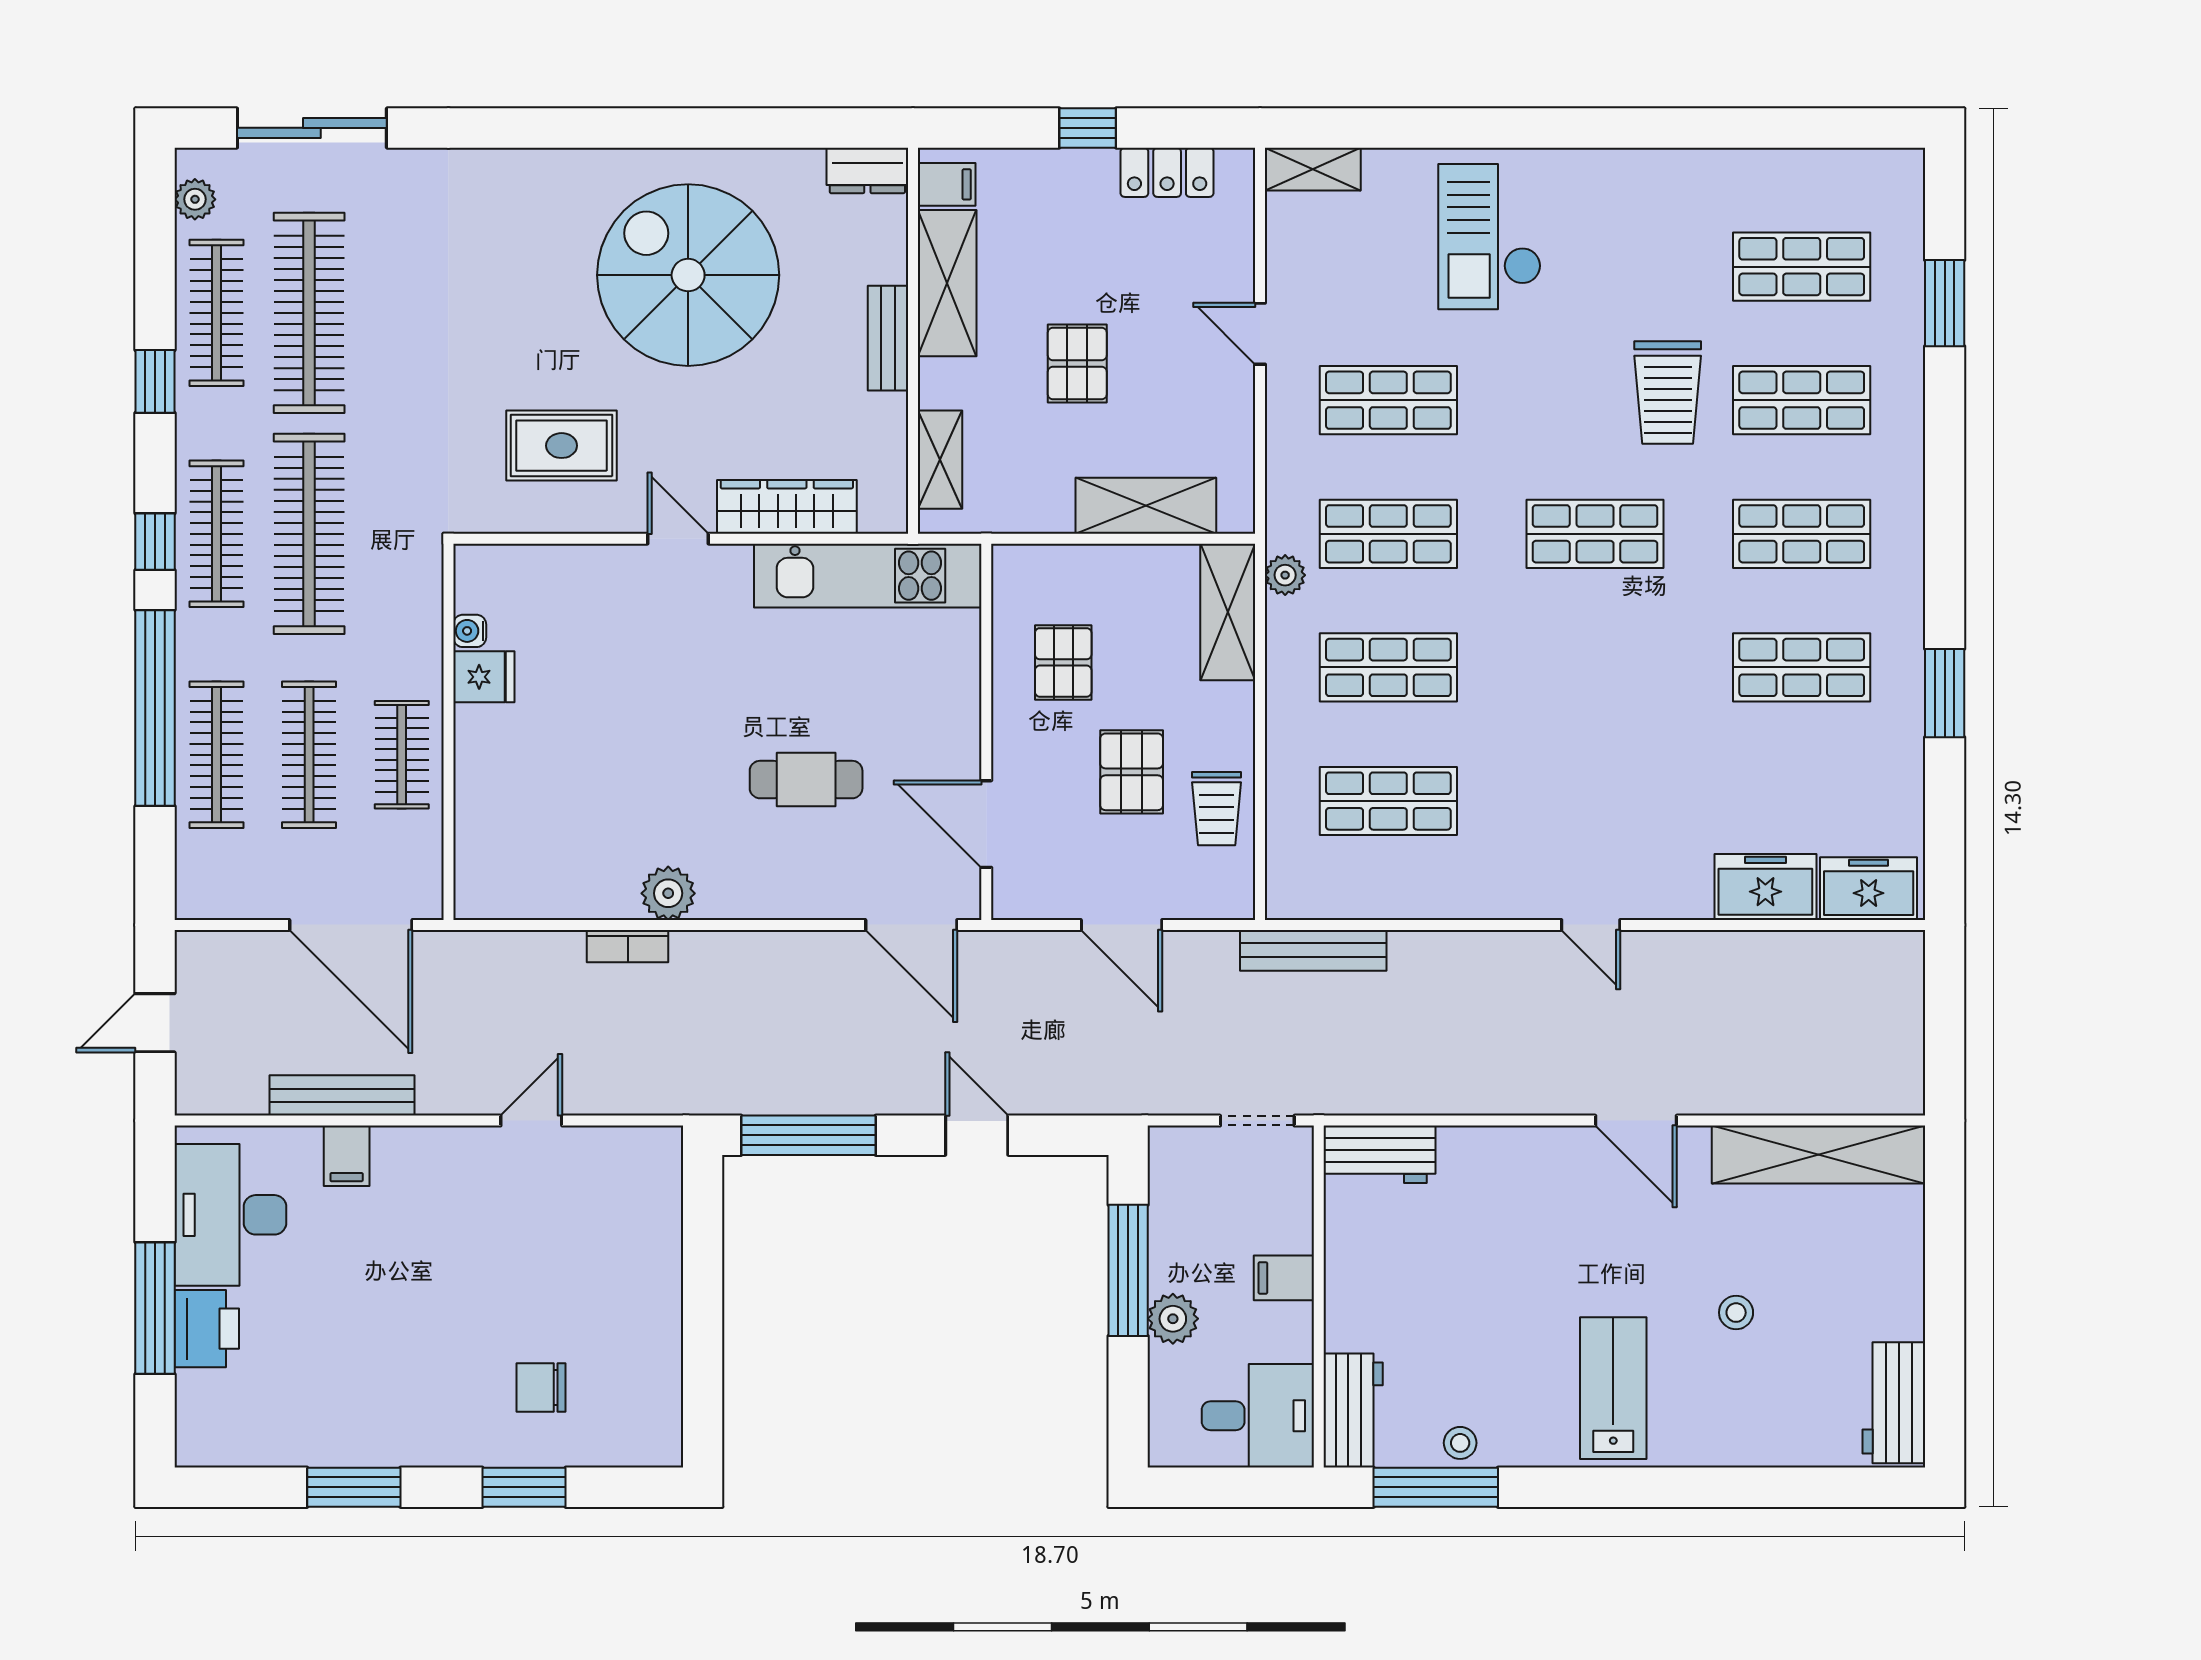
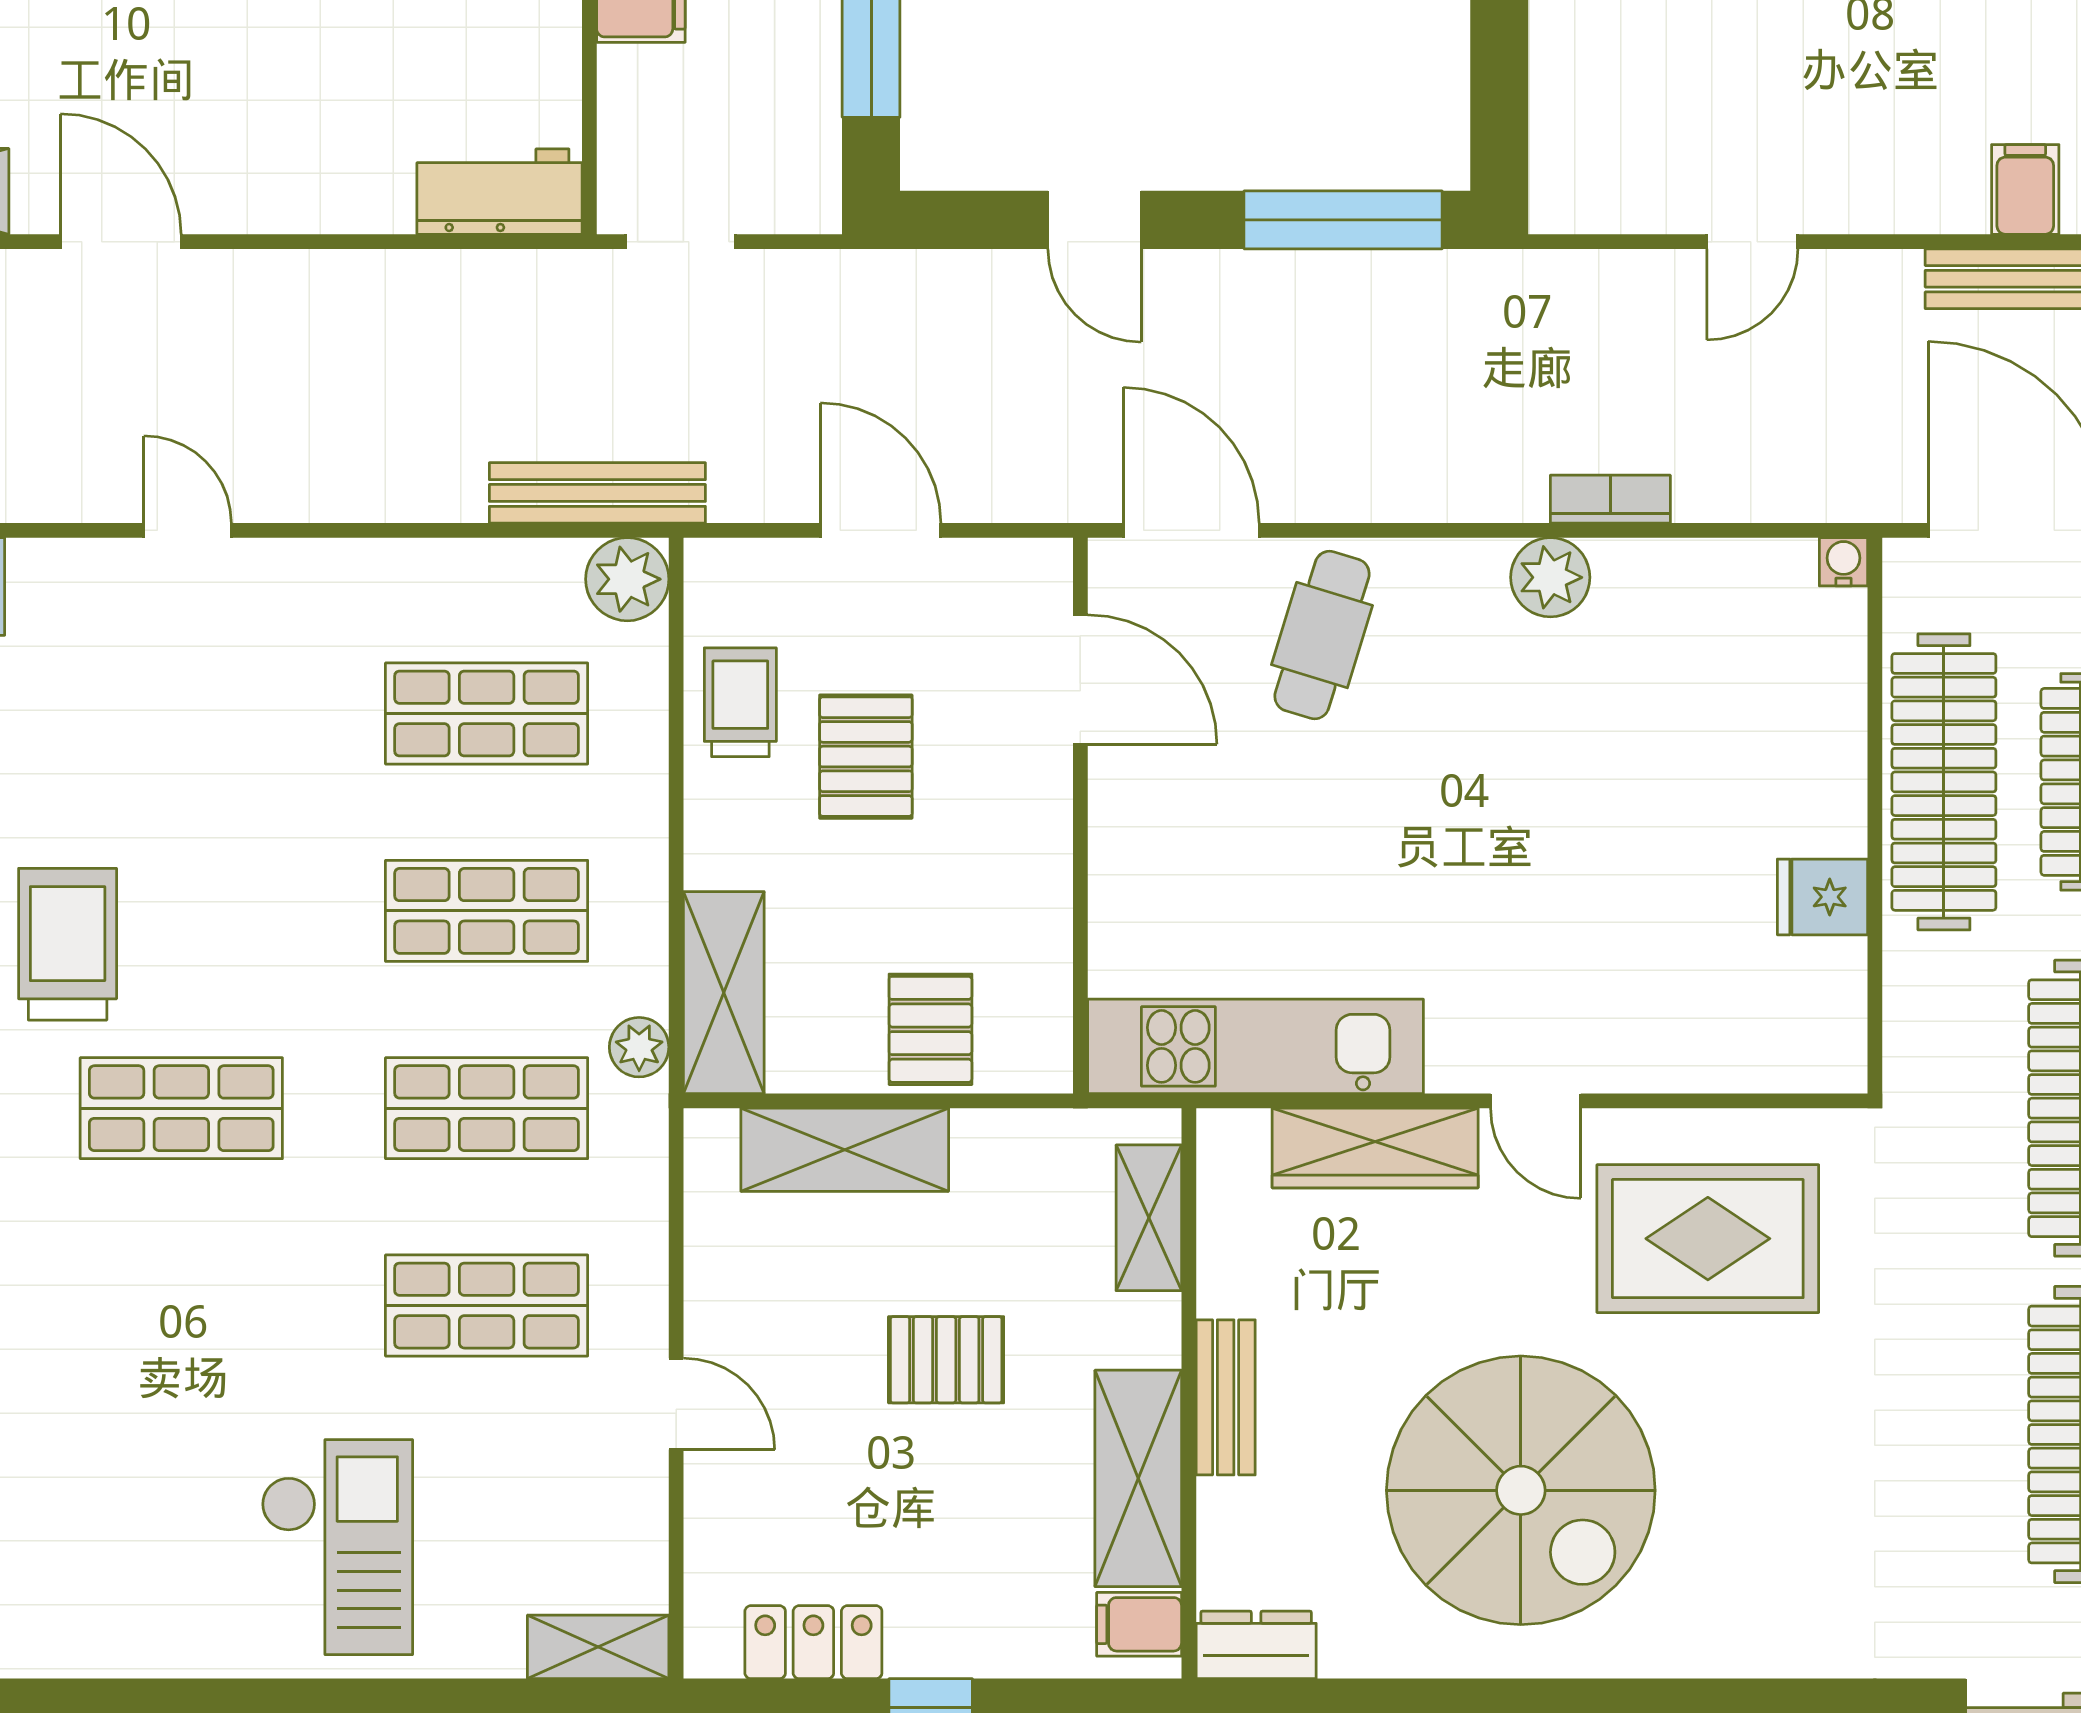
pallet: (1077, 364) -> (946, 1360), turned 90
trolley: (1668, 393) -> (68, 944), moved
rug: (562, 446) -> (1708, 1239), width x1.36, depth x1.43
water cooler: (470, 631) -> (1844, 562), moved, turned -90
pallet: (1063, 662) -> (930, 1029), moved
clothes rail: (402, 755) -> (1944, 782), width x1.86, depth x1.31
cafe table: (806, 780) -> (1322, 635), moved, turned -73
plant: (1293, 892) -> (627, 579), added

